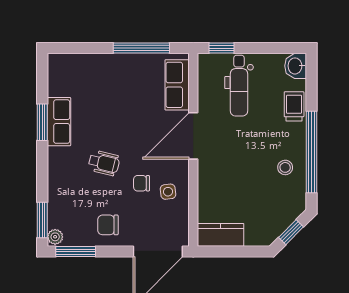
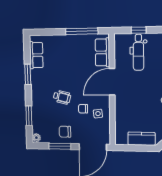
window: (221, 48) -> (139, 30), moved
row of seats: (59, 122) -> (36, 55), moved
window: (42, 220) -> (29, 116), moved
kitchen counter: (221, 235) -> (142, 139), moved
window: (76, 252) -> (60, 146), moved

